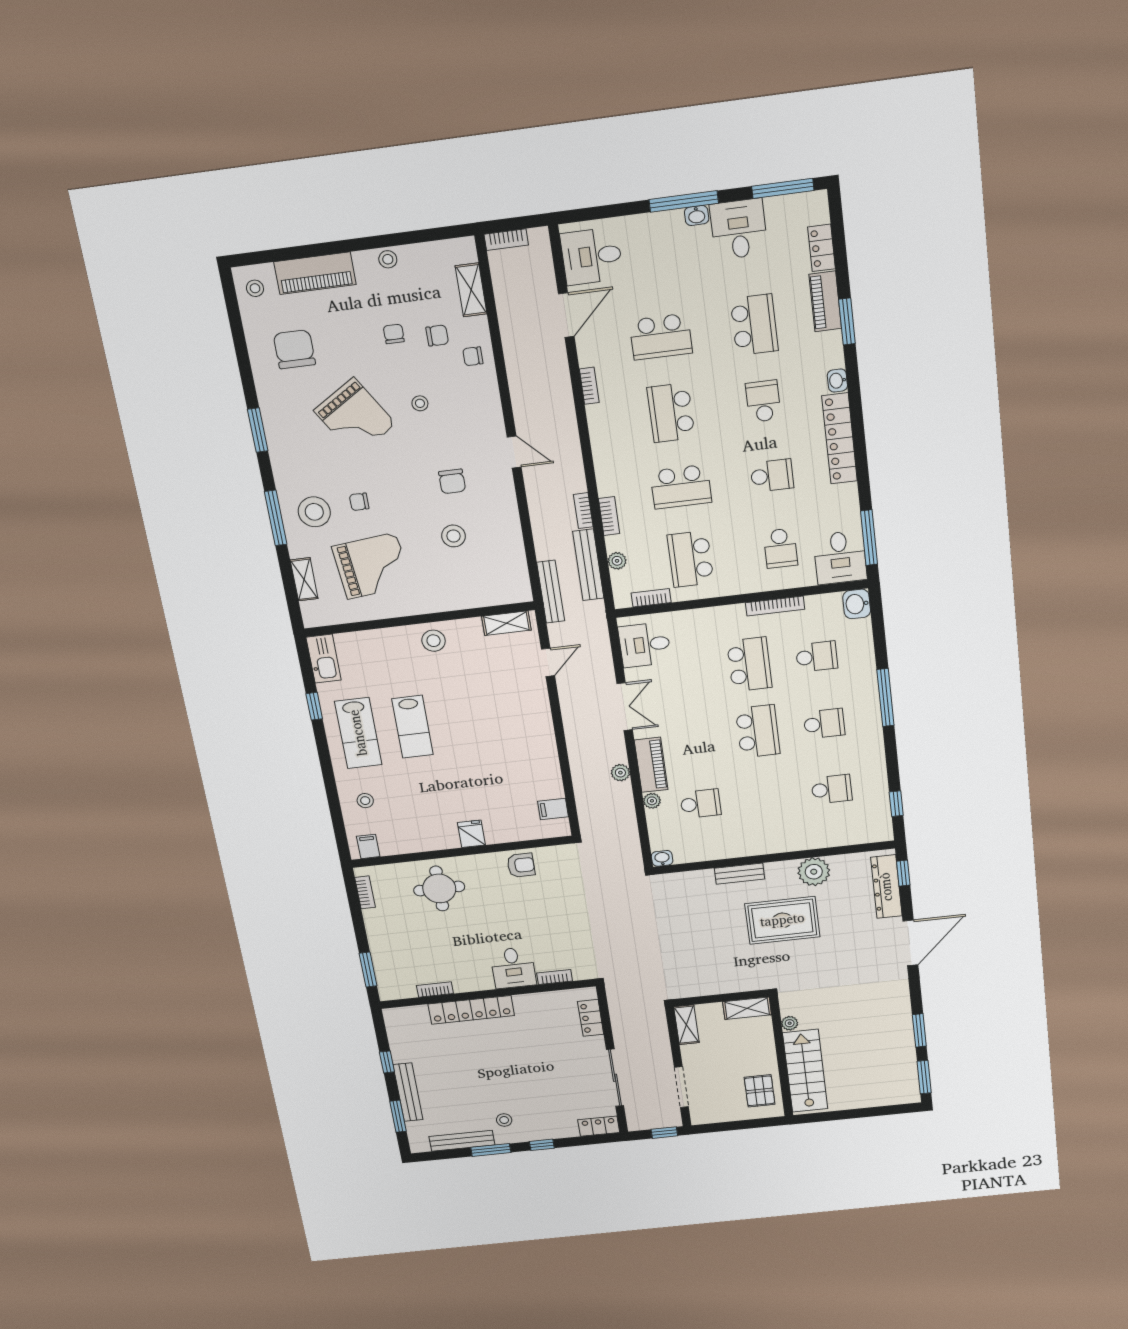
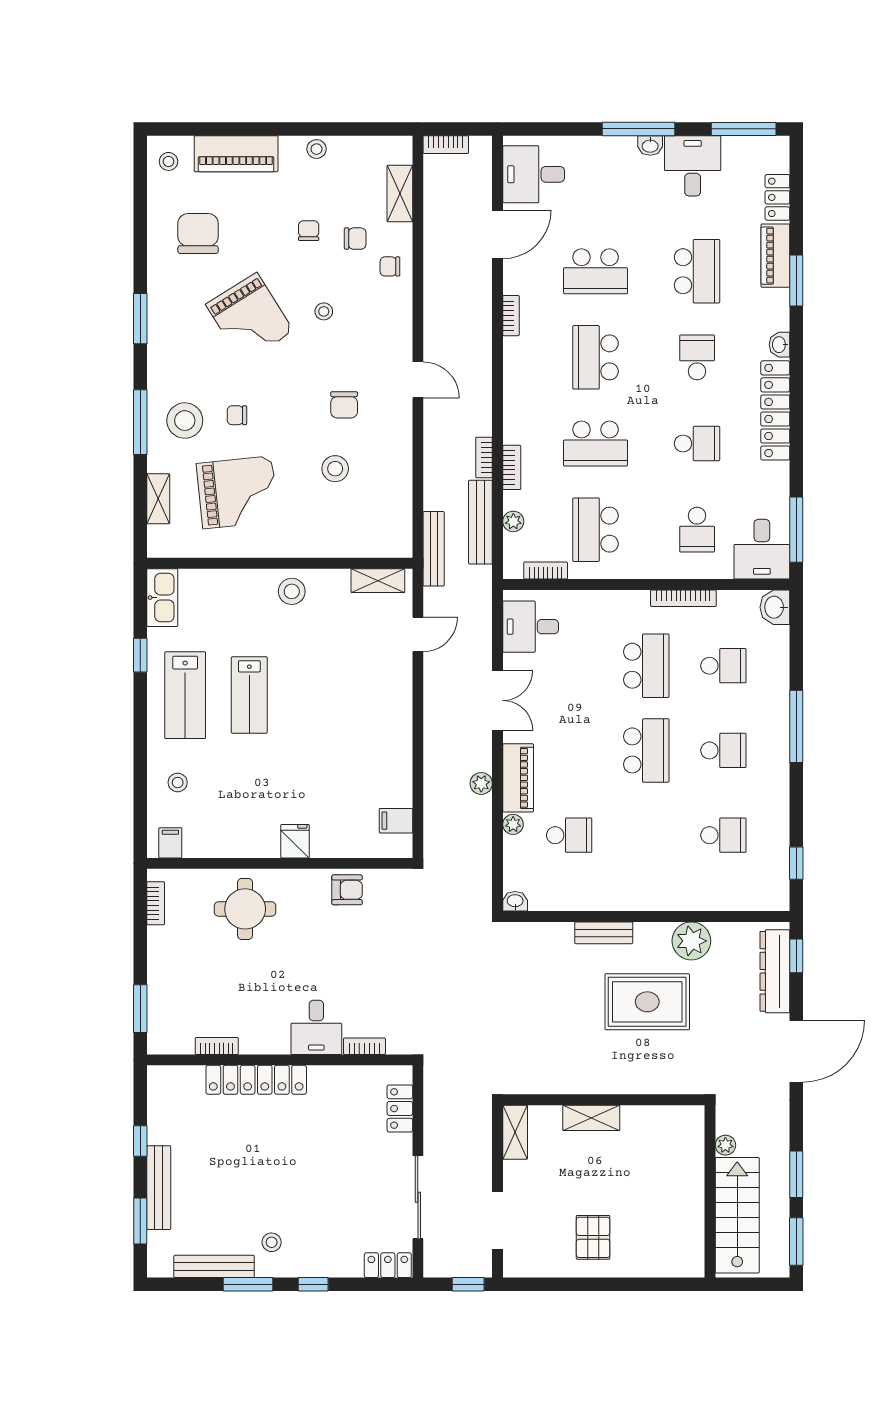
plant: (790, 1023) -> (725, 1145), moved
wall: (781, 1057) -> (710, 1191), moved
stairs: (805, 1071) -> (737, 1215), moved

